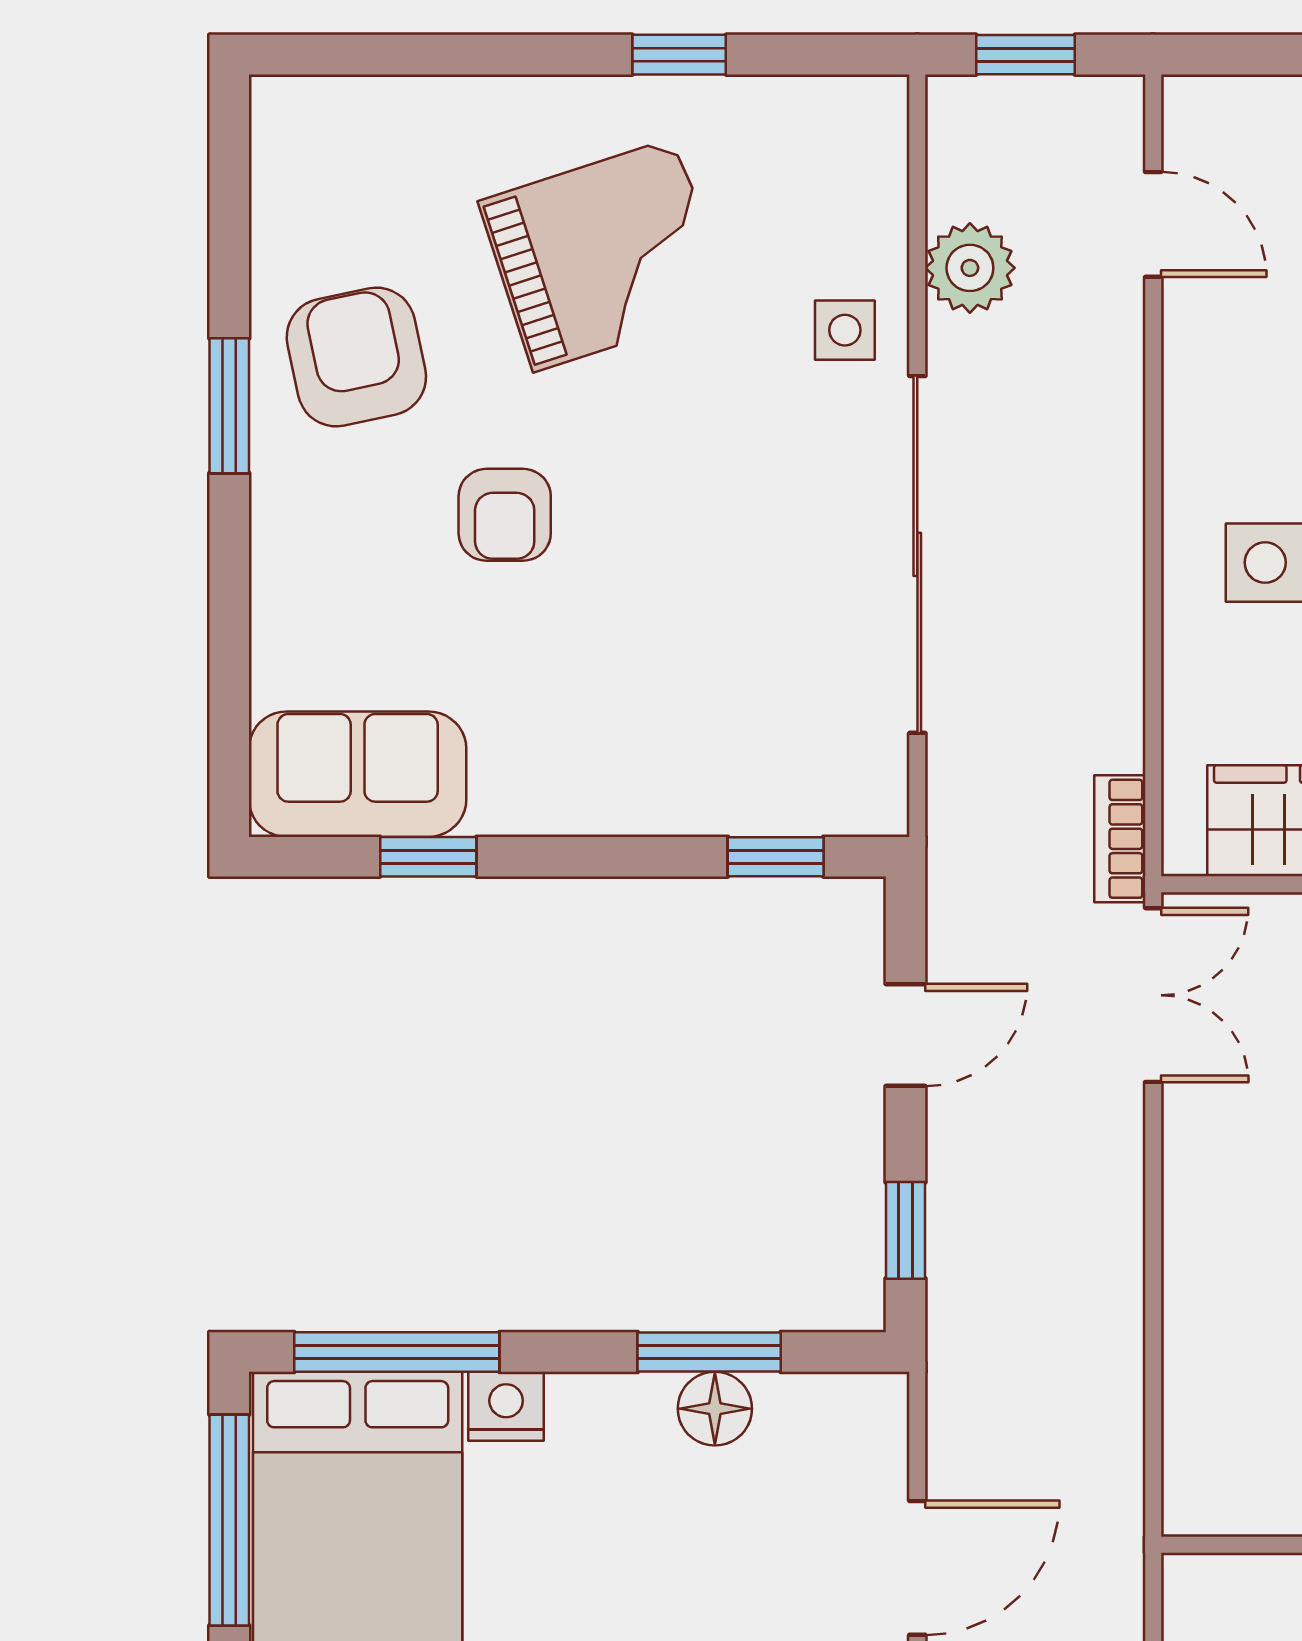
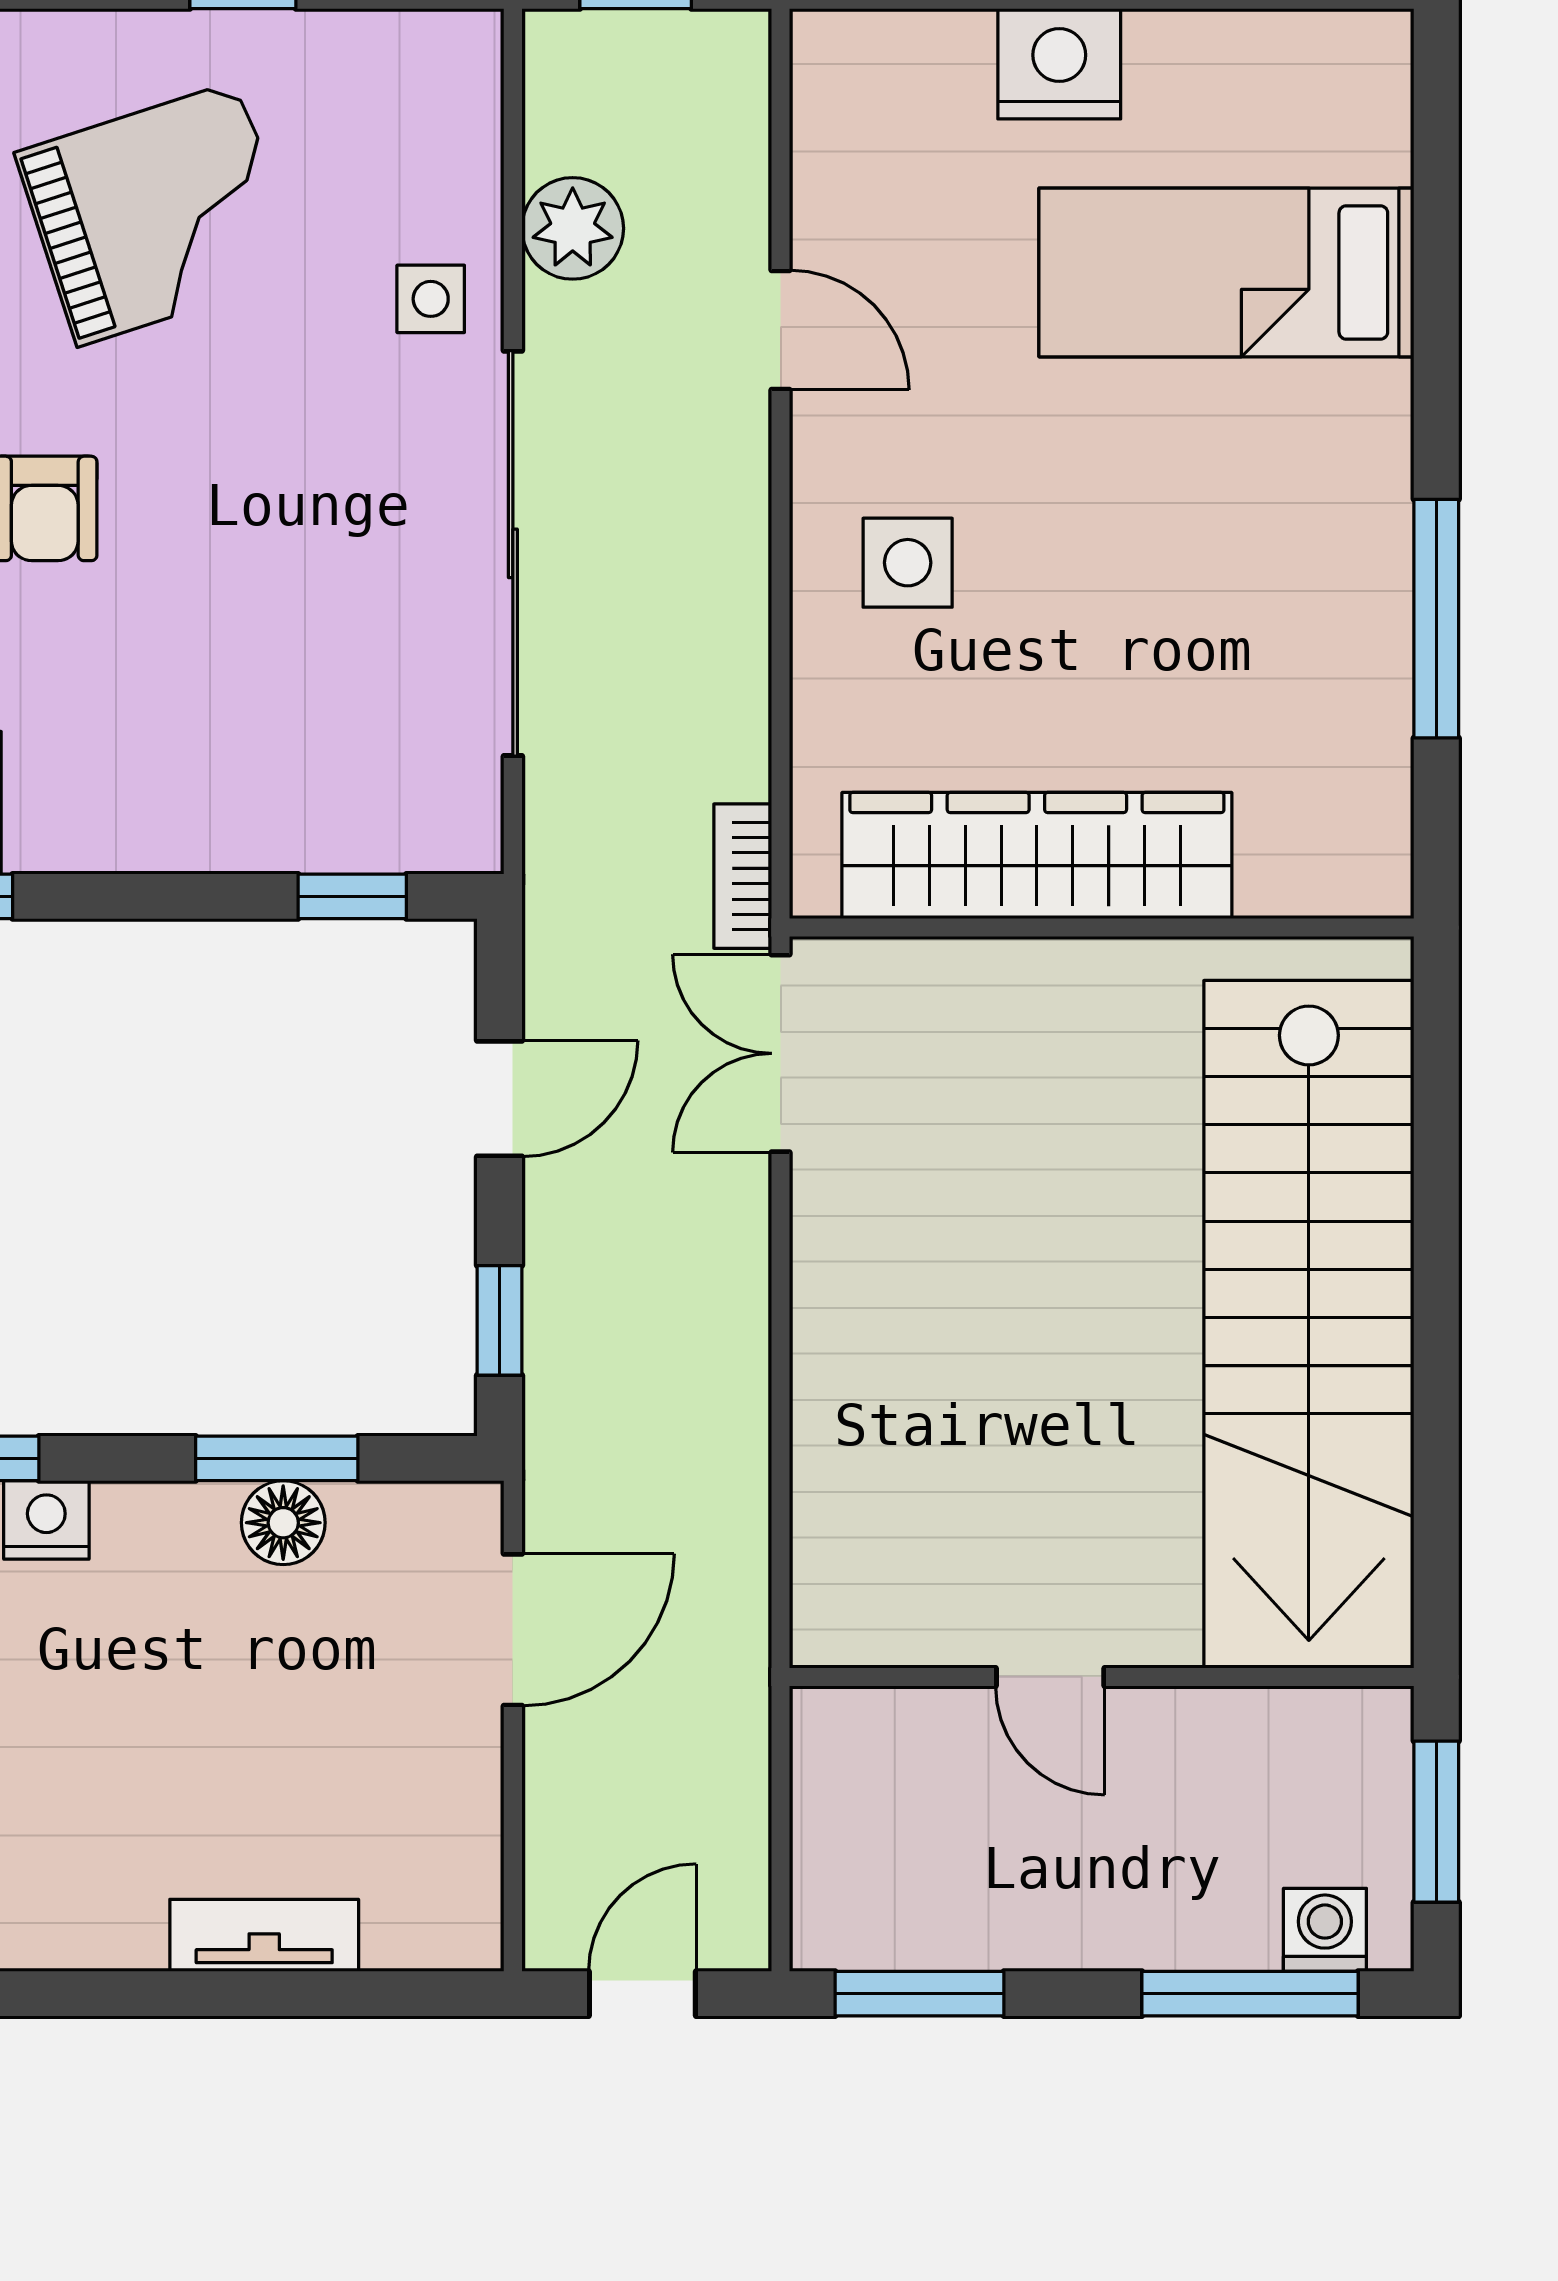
door: (1153, 224) -> (781, 330), moved
double door: (1153, 995) -> (781, 1053), swing flipped
door: (917, 1568) -> (513, 1630), moved

